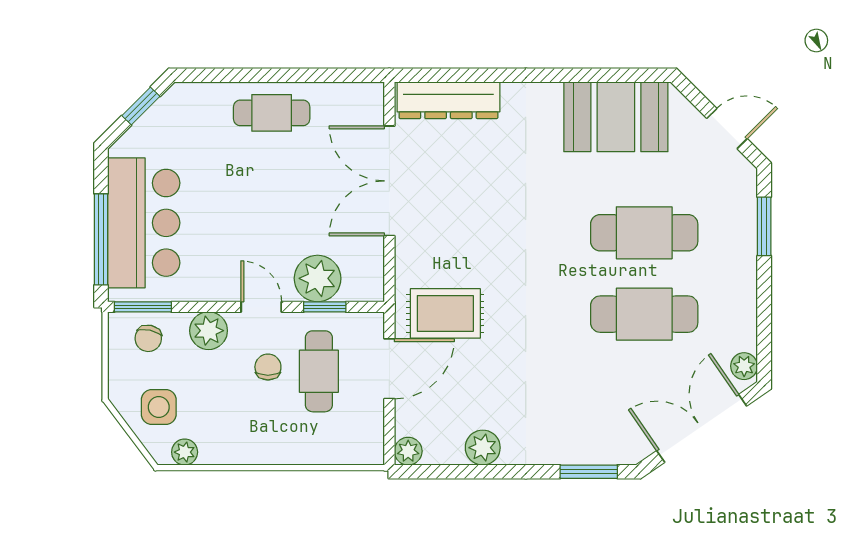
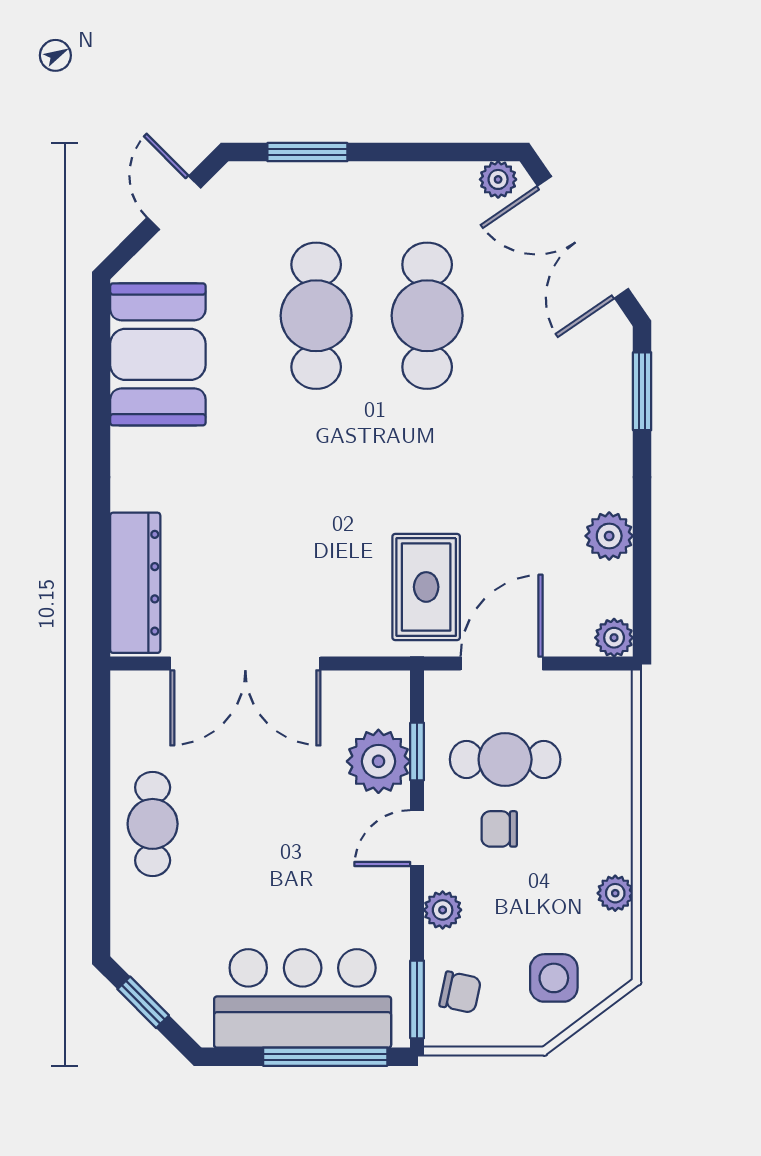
plant: (209, 331) -> (443, 910), width x0.73, depth x0.73
door: (389, 369) -> (502, 663), hinge flipped
plant: (185, 452) -> (615, 893), moved

